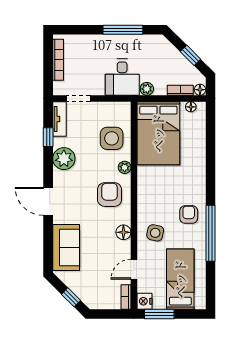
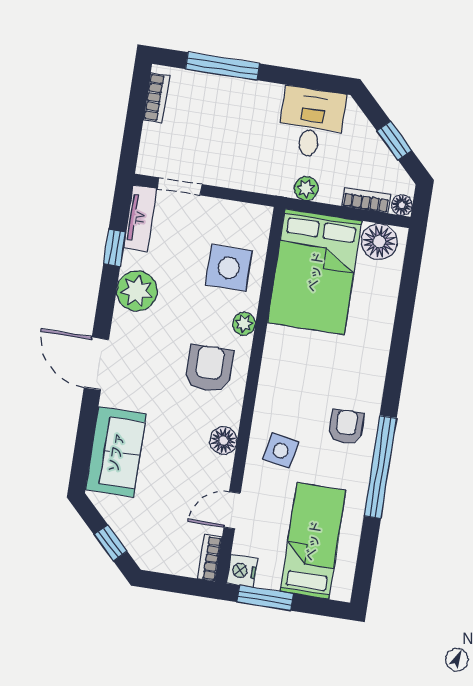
window: (123, 30) -> (222, 66), moved
bookcase: (58, 60) -> (156, 98), width x0.64
desk: (122, 77) -> (312, 122), moved, turned 180
floor lamp: (191, 107) -> (379, 242), width x1.89, depth x1.89

